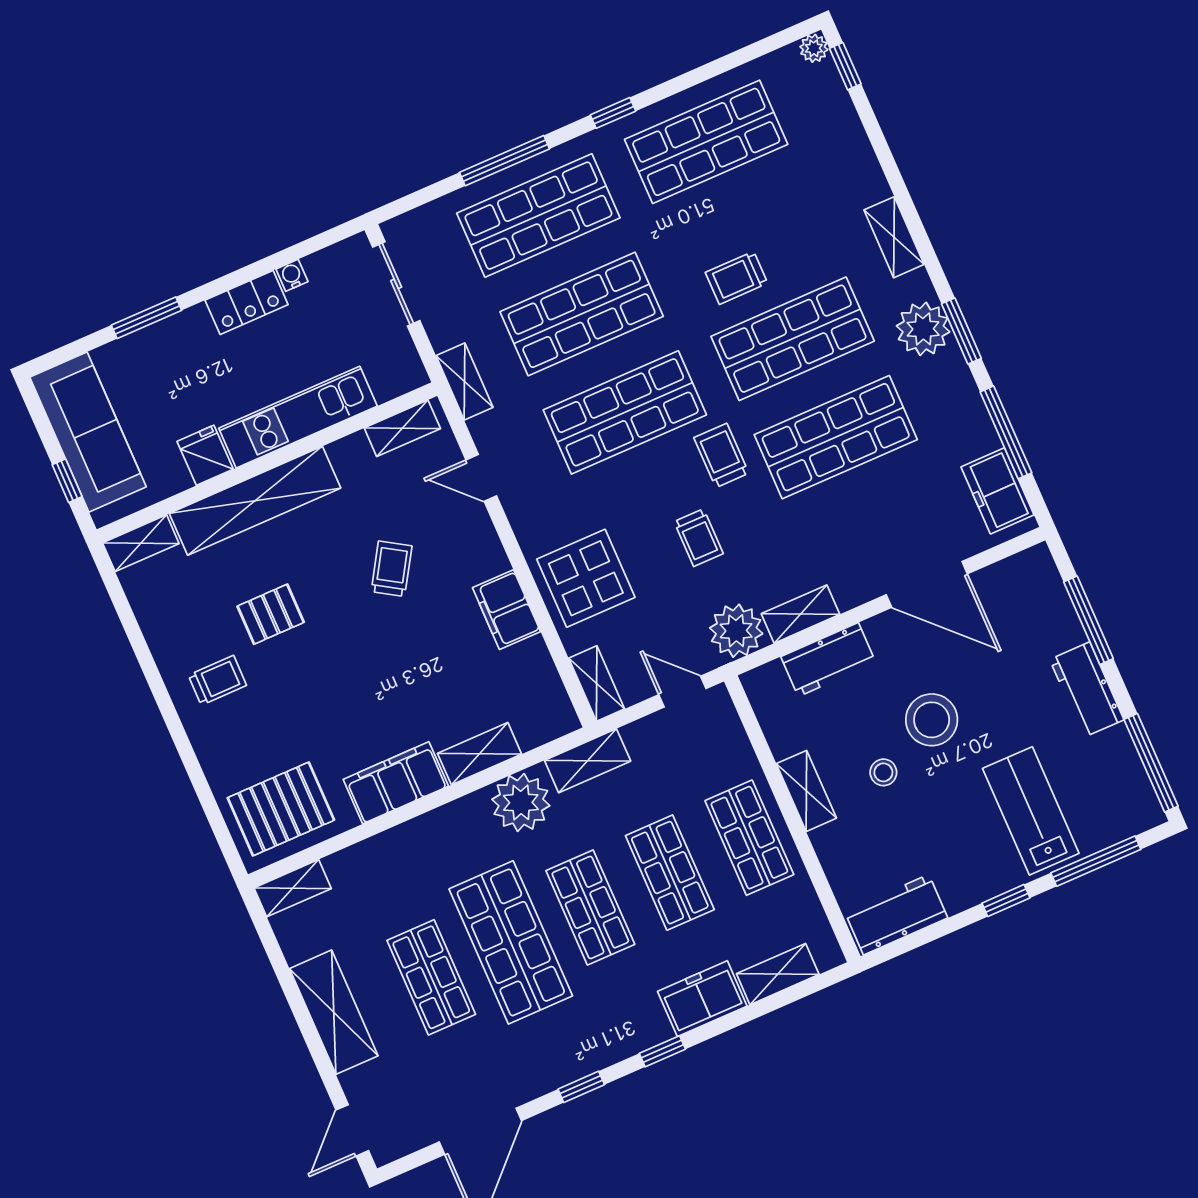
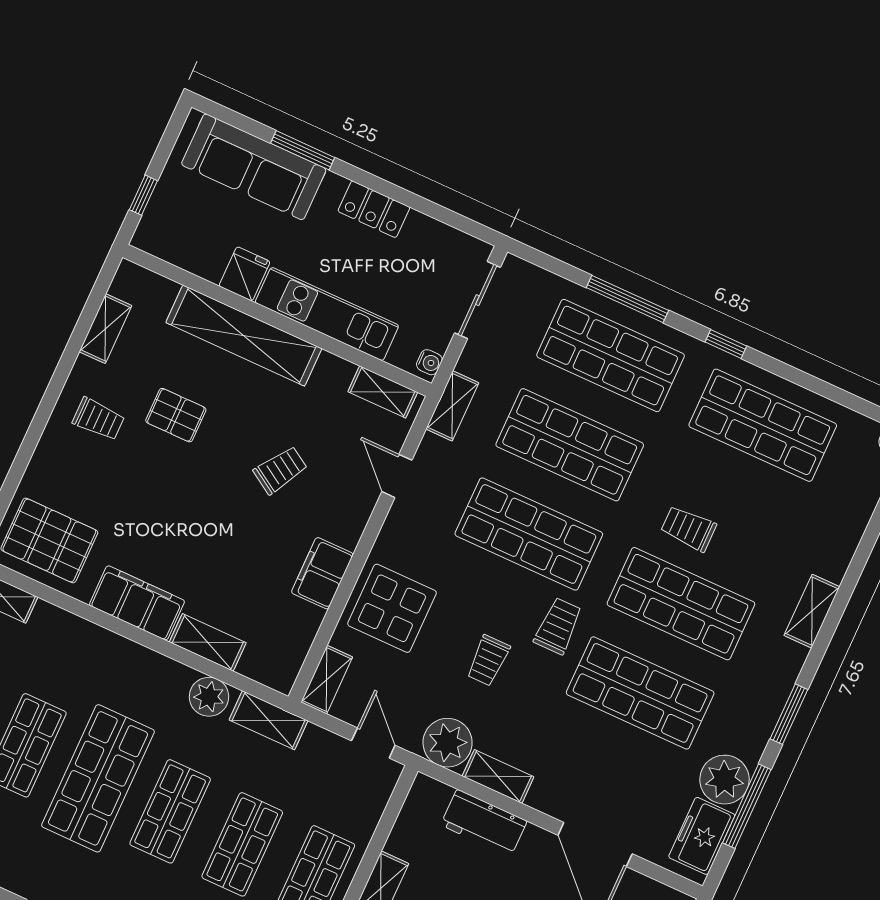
water cooler: (292, 275) -> (429, 362), moved, turned 90
plant: (923, 329) -> (724, 780), moved
sofa: (88, 432) -> (254, 167), moved, turned 90
shelving: (141, 543) -> (105, 329), moved, turned 90
plant: (521, 802) -> (209, 697), width x0.73, depth x0.73

